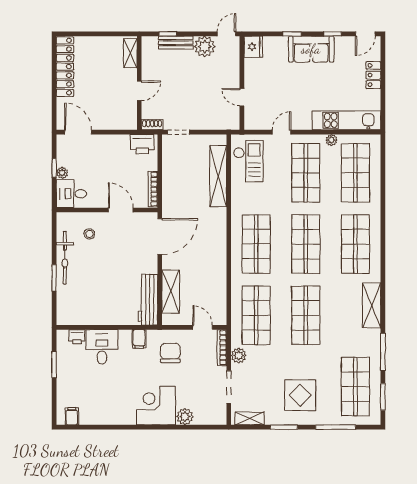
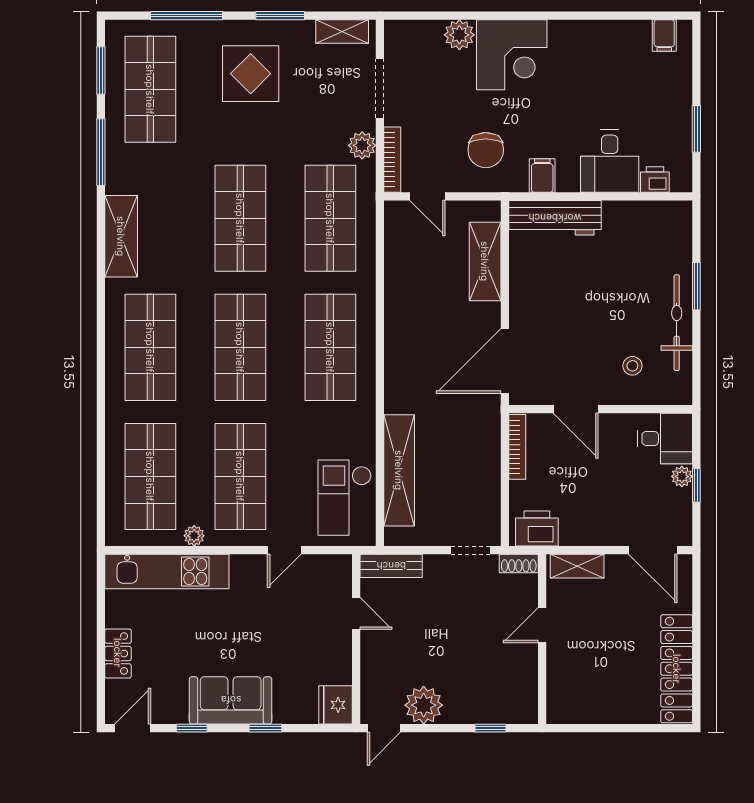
bench: (176, 43) -> (391, 566), moved
shelving: (130, 53) -> (577, 566), moved, turned 90
workbench: (148, 300) -> (555, 218), moved, turned 90

